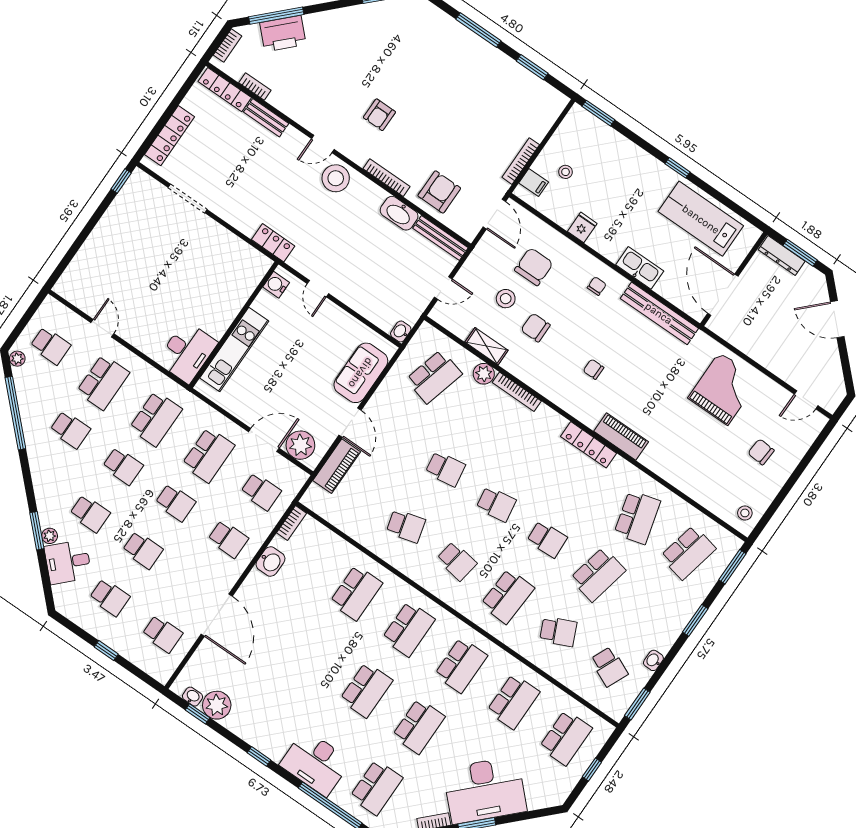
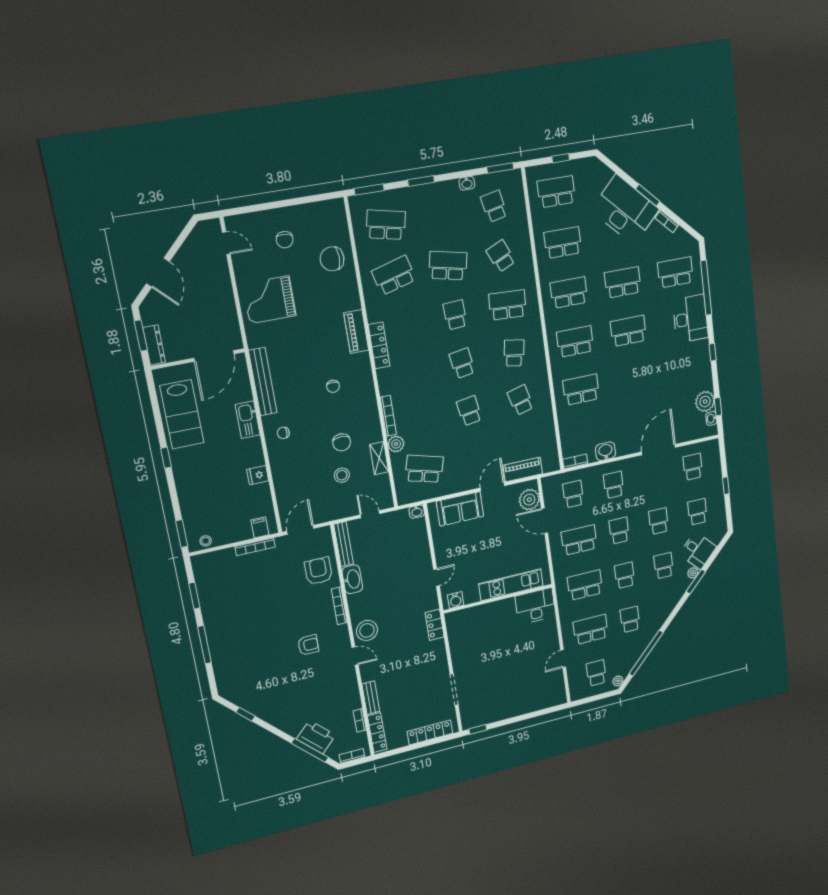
stool: (566, 172) -> (206, 541), moved
armchair: (439, 192) -> (318, 571), turned 90
chair: (534, 267) -> (332, 259), moved
stool: (745, 513) -> (330, 213), removed
school desk: (609, 667) -> (494, 206), turned -36

